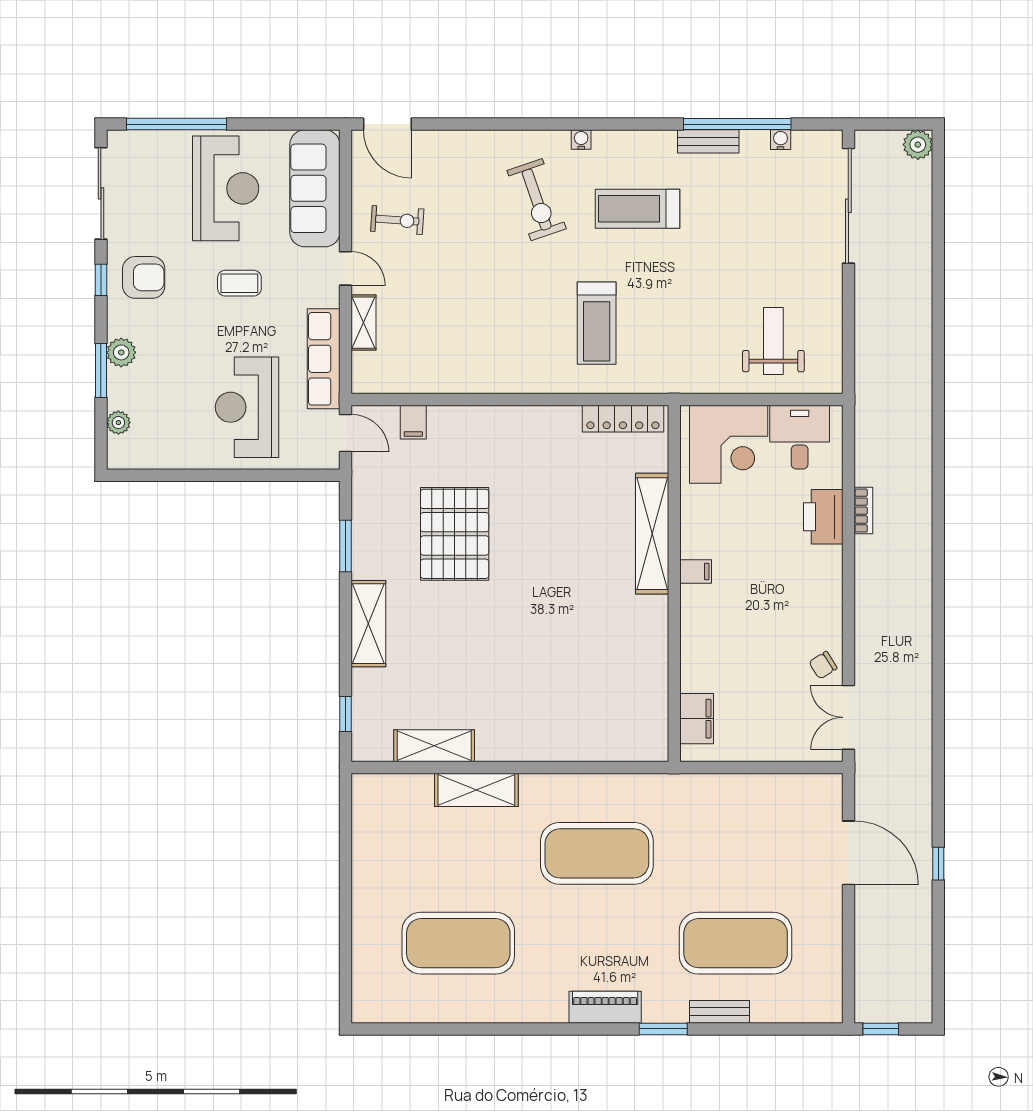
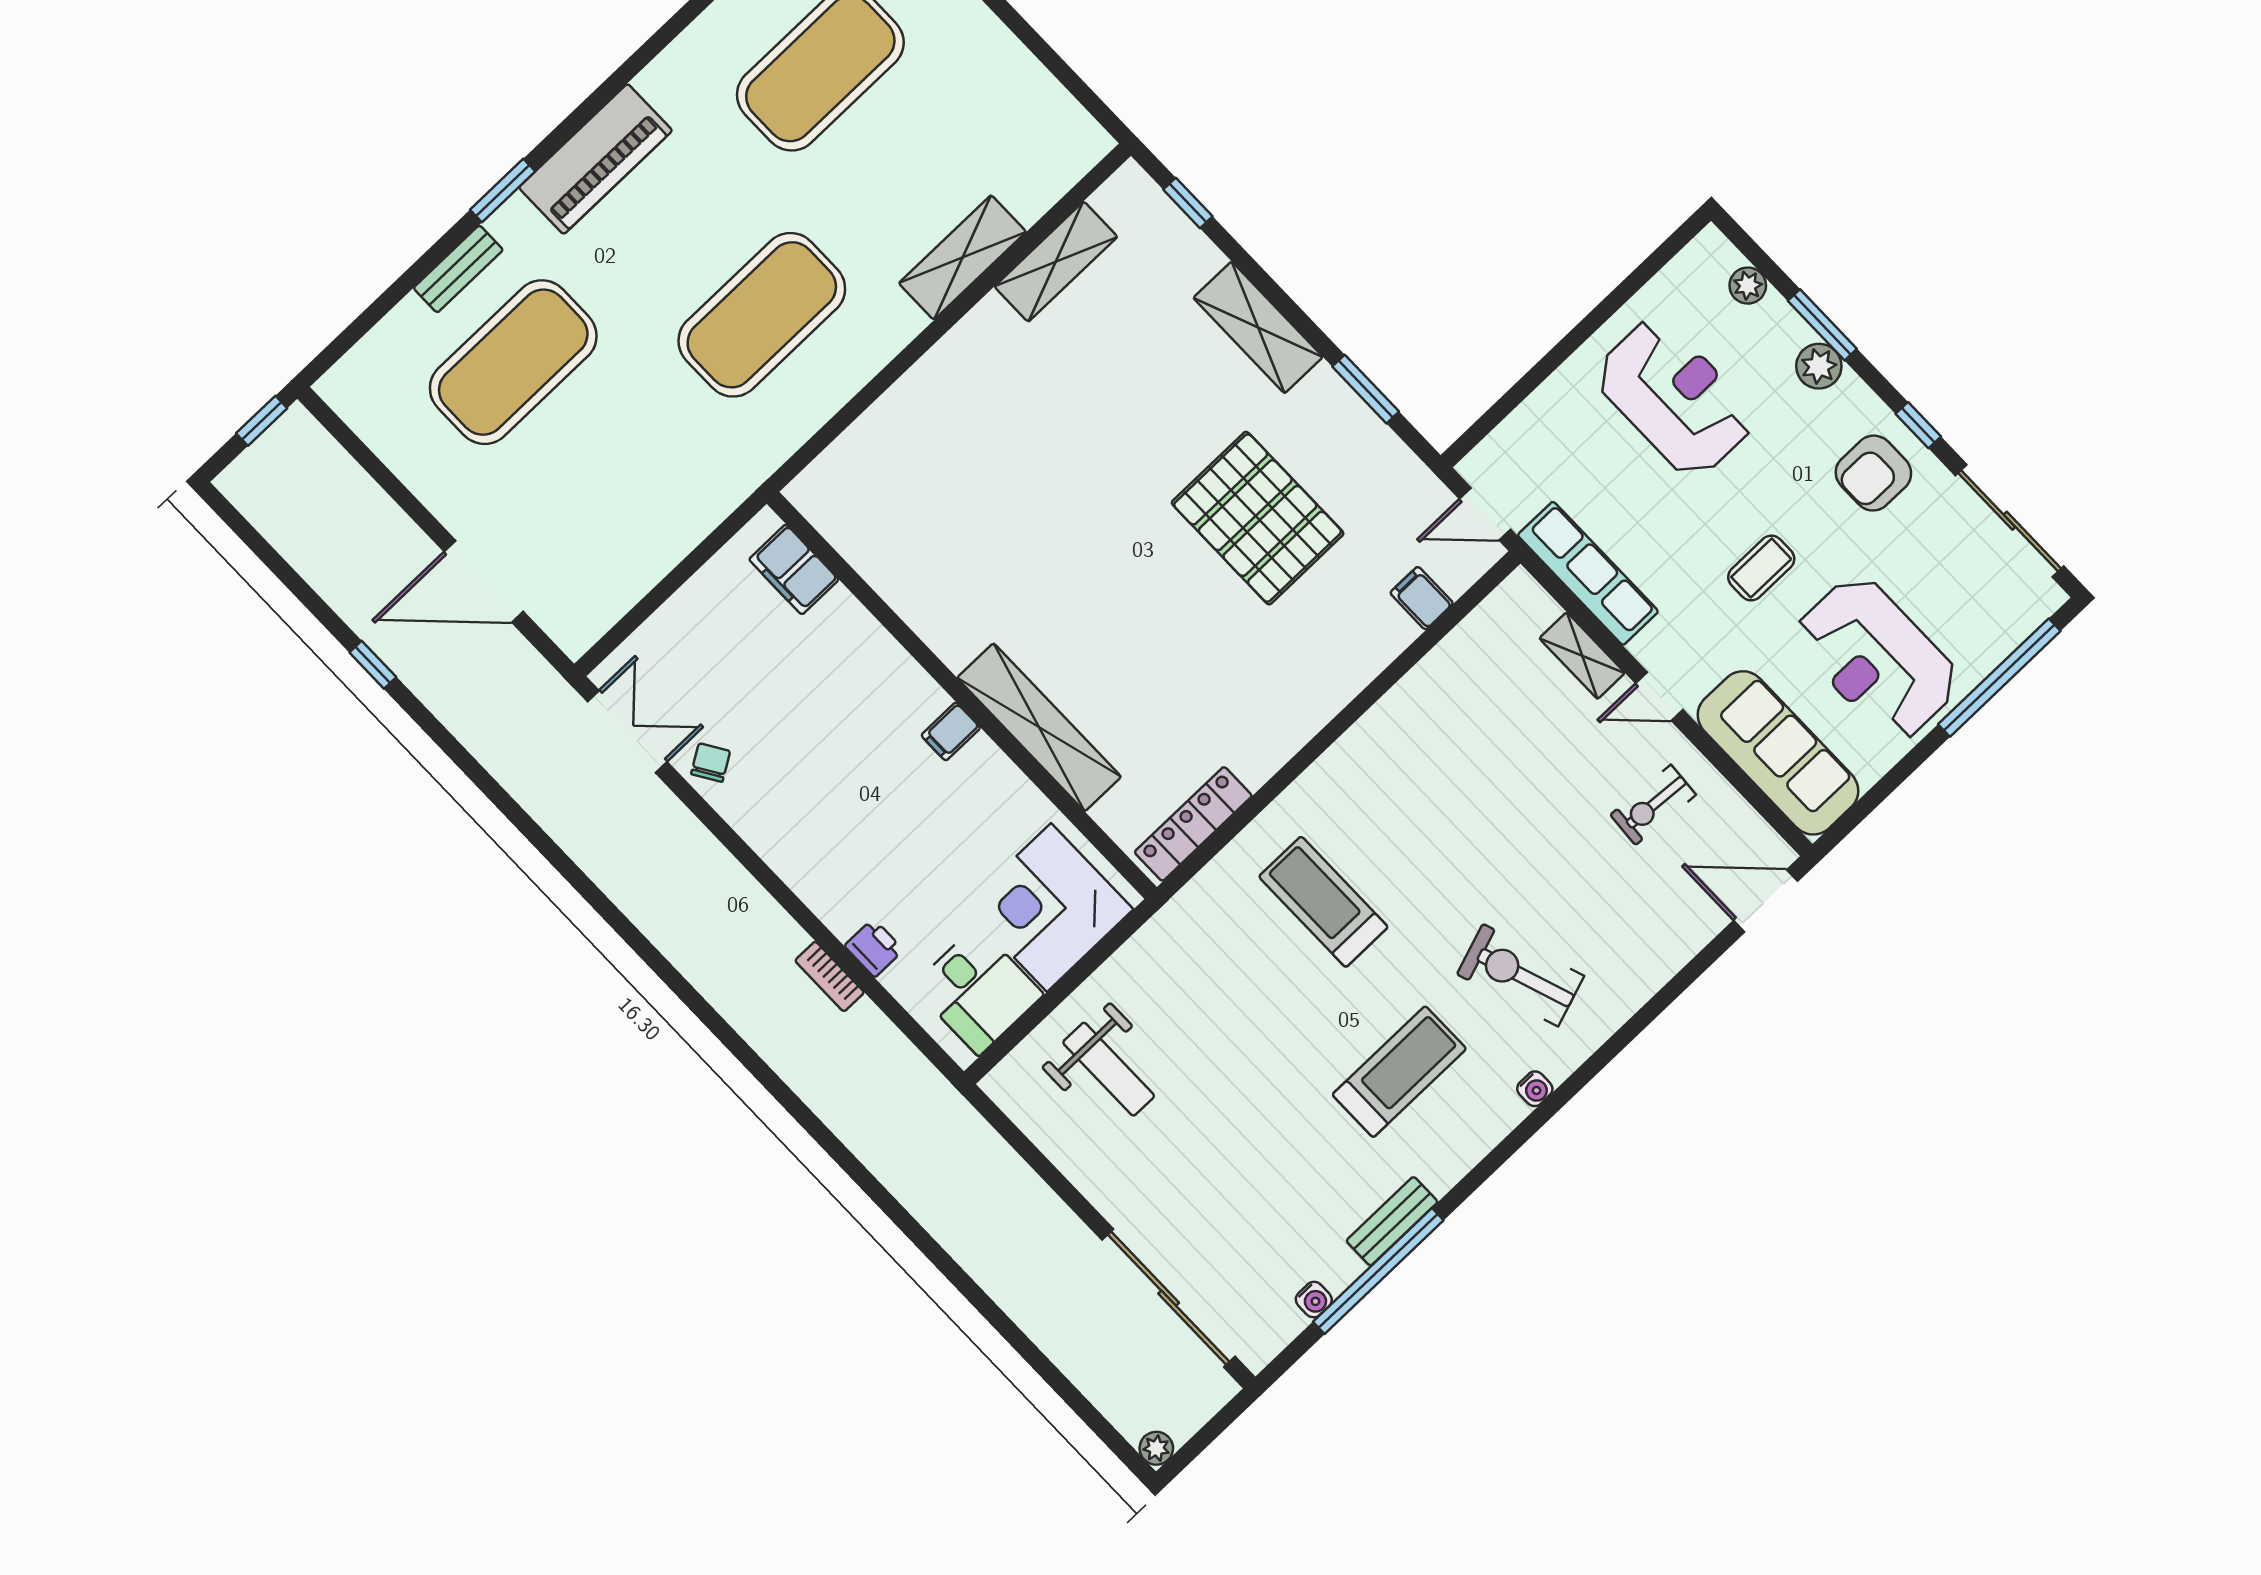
plant: (918, 145) -> (1156, 1448), width x0.73, depth x0.73
reception desk: (247, 407) -> (1675, 397), moved
printer: (823, 517) -> (874, 948), width x0.53, depth x0.68
piano: (605, 1007) -> (596, 159), width x1.37, depth x1.33

